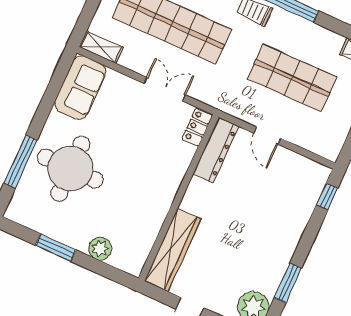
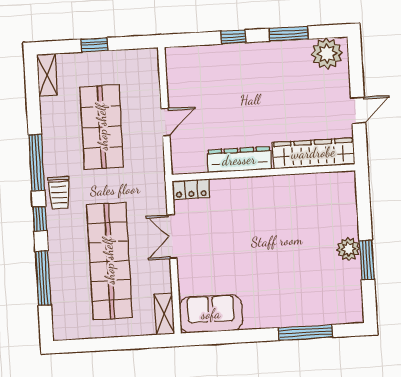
dresser: (216, 150) -> (239, 160), moved
round table: (70, 169) -> (288, 284), removed
window: (327, 196) -> (233, 37), moved
plant: (100, 249) -> (348, 249), moved

